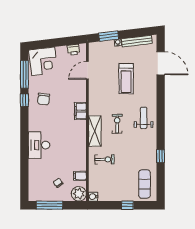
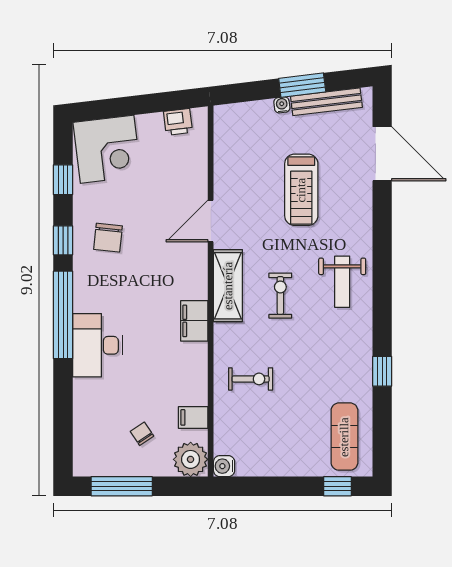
window: (109, 36) -> (302, 85), moved
door: (87, 70) -> (211, 221), moved
window: (24, 74) -> (63, 180), width x0.46
filing cabinet: (80, 111) -> (194, 321), moved
weight bench: (144, 118) -> (342, 282), turned 180
shelving: (95, 131) -> (228, 286), moved
window: (24, 132) -> (63, 315), added
window: (127, 205) -> (337, 486), moved

